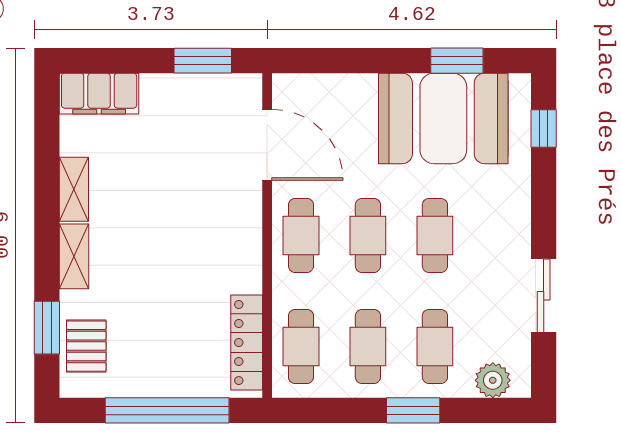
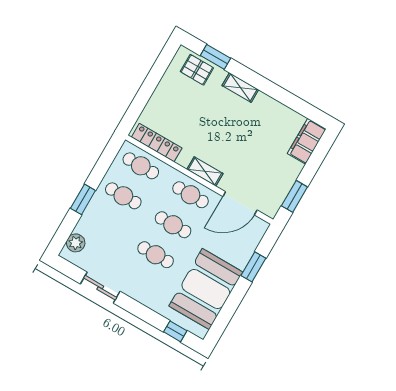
window: (457, 61) -> (253, 267), moved
shelving: (74, 189) -> (205, 171), moved
cafe table: (435, 346) -> (106, 226), removed
window: (167, 410) -> (147, 89), removed

